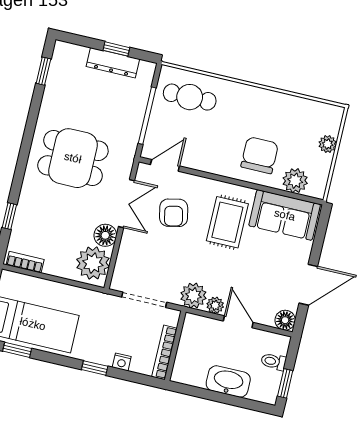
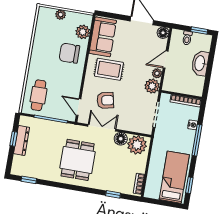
window: (95, 368) -> (197, 140), width x2.17

